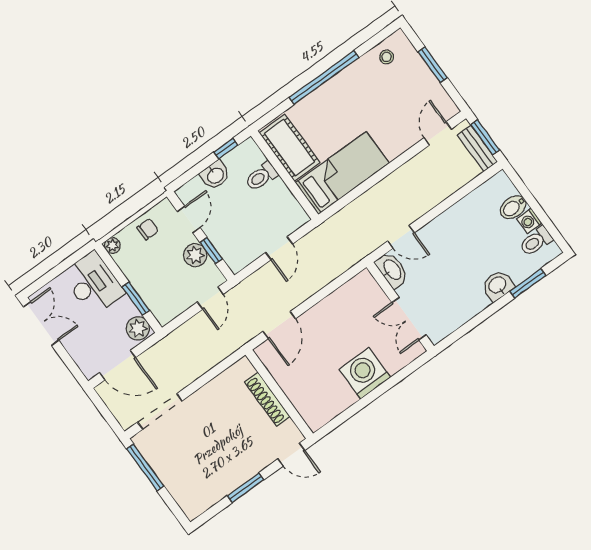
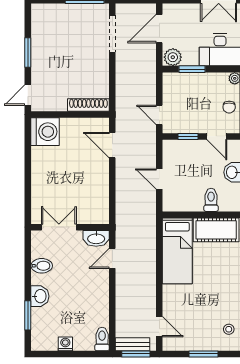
bidet: (513, 207) -> (42, 266), moved, turned 90
toilet: (536, 241) -> (102, 339), moved
plant: (195, 255) -> (192, 125), removed
washing machine: (365, 373) -> (45, 132), moved
shoe rack: (267, 399) -> (88, 105), moved

